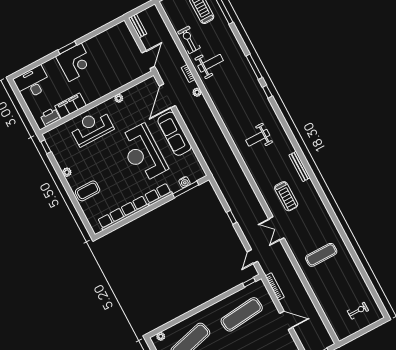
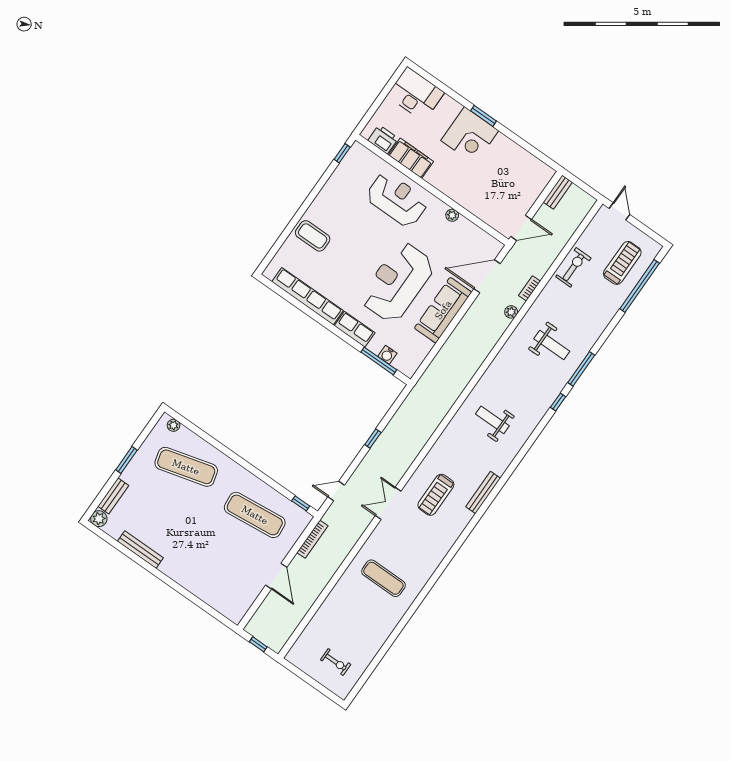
weight bench: (211, 63) -> (552, 345), moved
plant: (67, 172) -> (323, 197), removed

